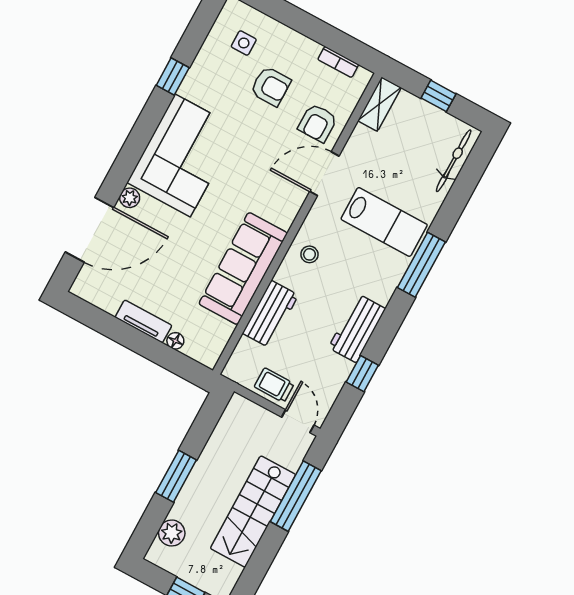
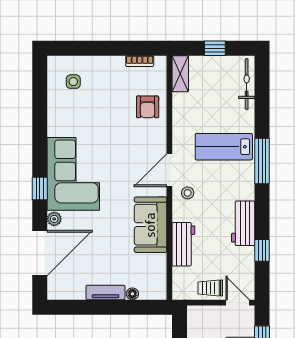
window: (173, 76) -> (40, 189), moved
armchair: (271, 86) -> (105, 100), removed
door: (324, 174) -> (169, 170), moved
lab bench: (384, 222) -> (224, 147), turned 180
sofa: (243, 268) -> (150, 225), width x0.73

